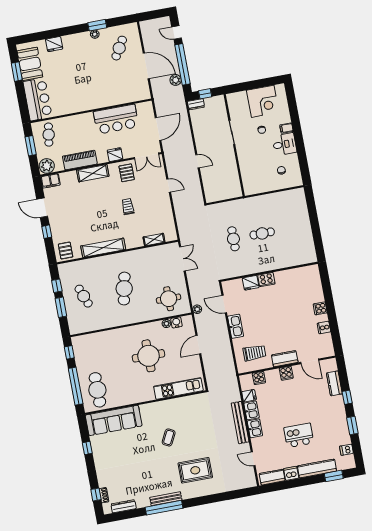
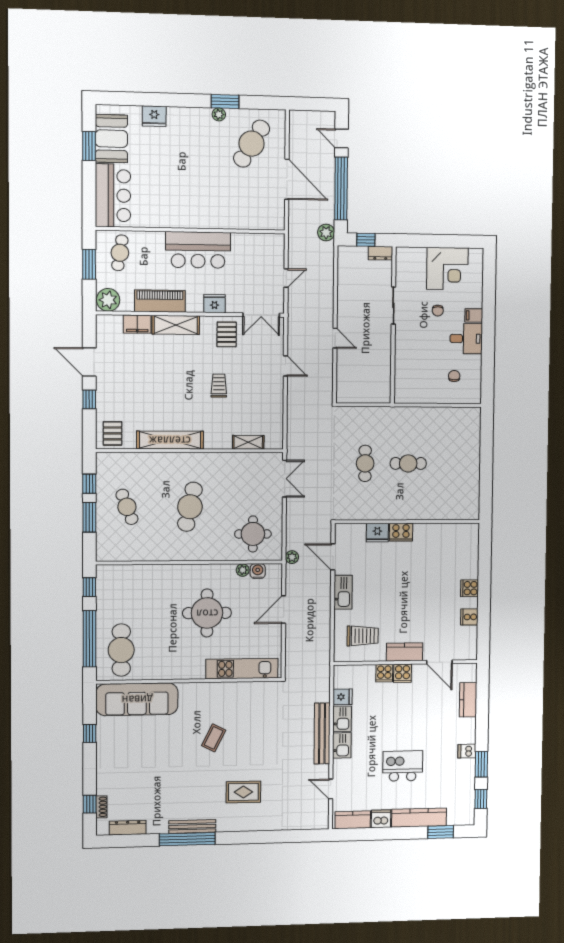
cafe table: (119, 48) -> (252, 144), width x1.37, depth x1.35
plant: (176, 80) -> (326, 233), moved
dresser: (196, 104) -> (380, 253), moved
bar counter: (116, 119) -> (198, 250), moved
door: (158, 129) -> (286, 278), width x0.53
filing cabinet: (50, 181) -> (137, 324), moved
cooker: (259, 378) -> (384, 673), moved
window: (347, 397) -> (481, 799), moved
dishwasher: (346, 450) -> (467, 751), moved
rug: (195, 470) -> (243, 792), width x0.73, depth x0.70

